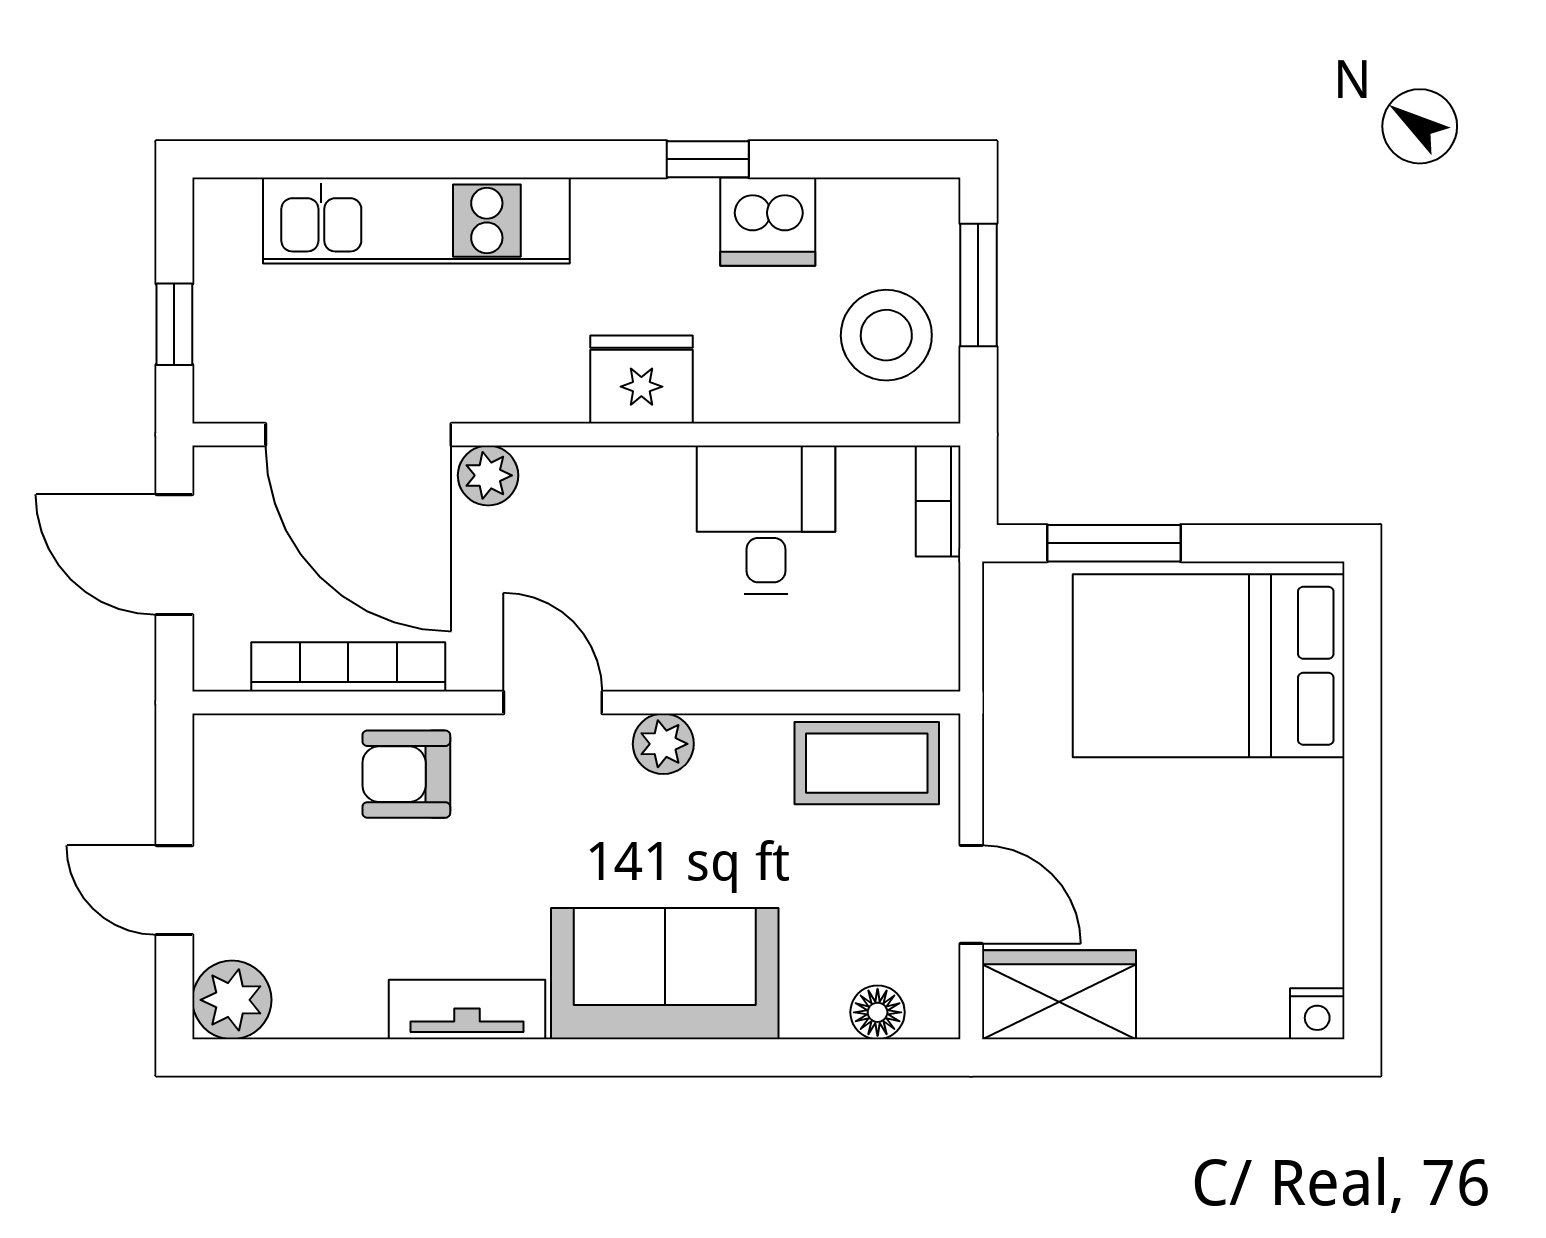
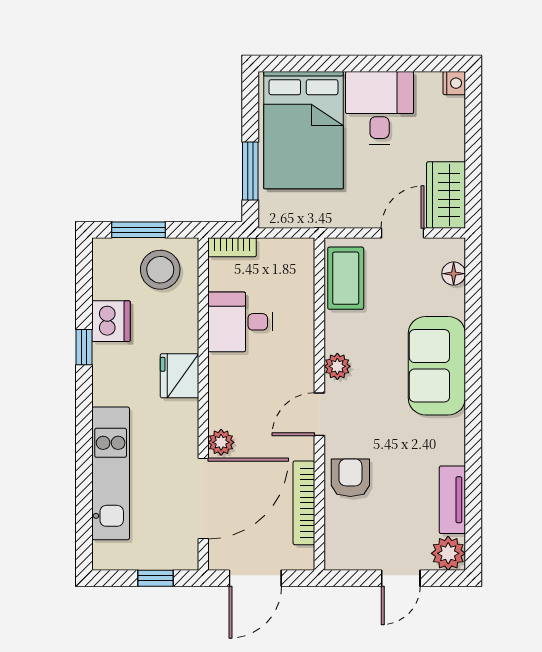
armchair: (406, 774) -> (350, 478), turned 180
desk: (1260, 841) -> (380, 108), added
tv unit: (467, 1009) -> (452, 500), moved

